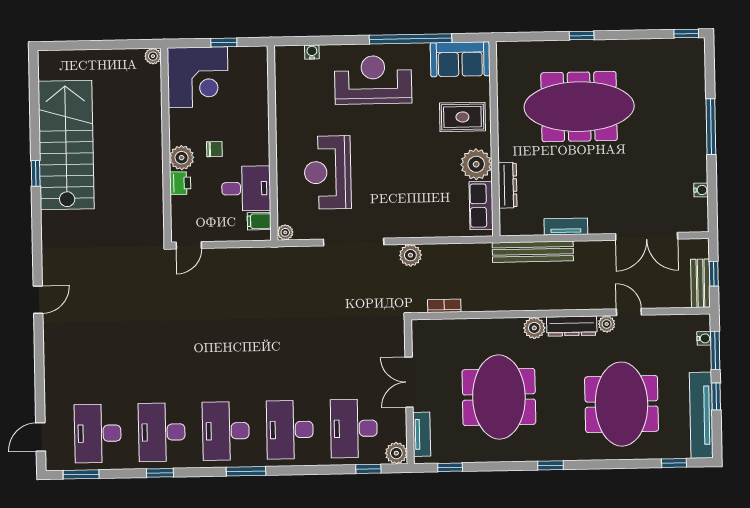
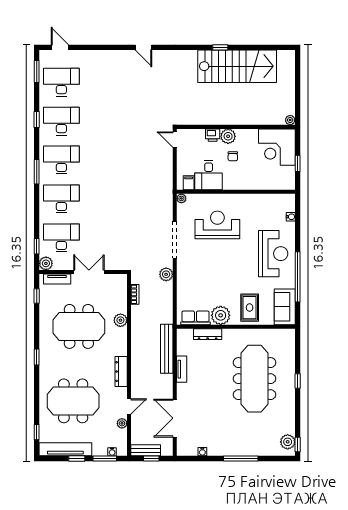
plant: (682, 50) -> (288, 442), added
plant: (607, 324) -> (122, 423), moved
plant: (534, 328) -> (120, 320), moved

